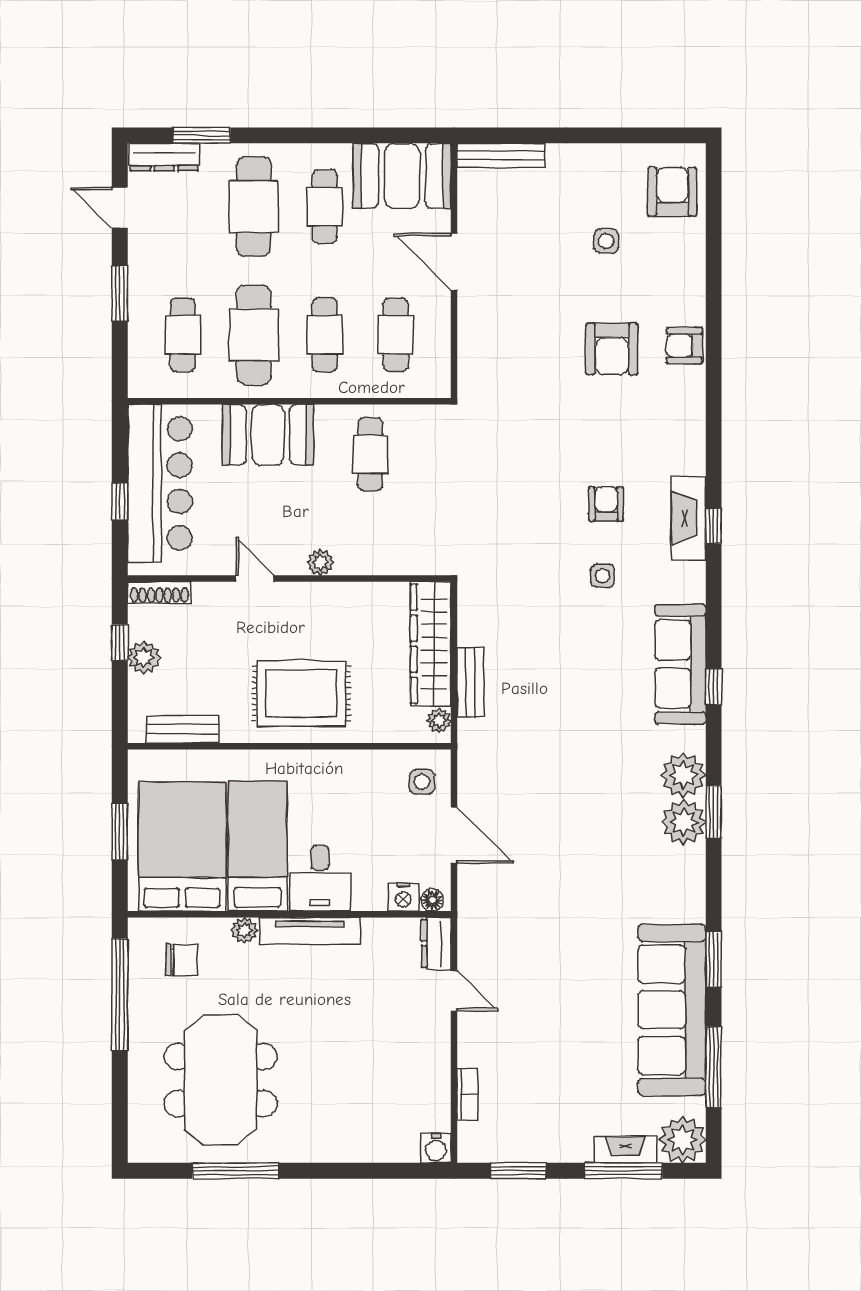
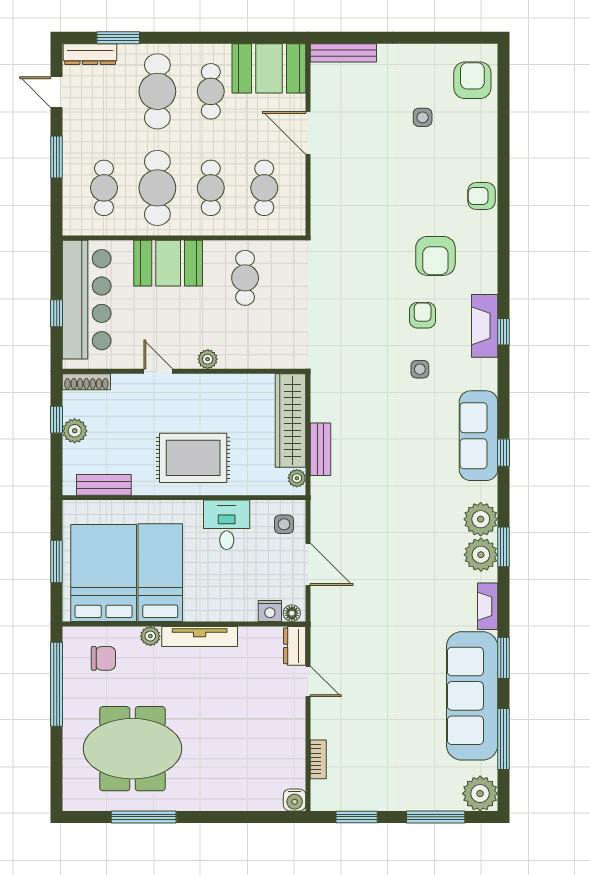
armchair: (612, 349) -> (435, 256), moved
desk: (320, 878) -> (227, 525), moved, turned 180
meeting table: (221, 1080) -> (132, 749), turned 90
fireplace: (626, 1150) -> (488, 606), moved, turned -90

